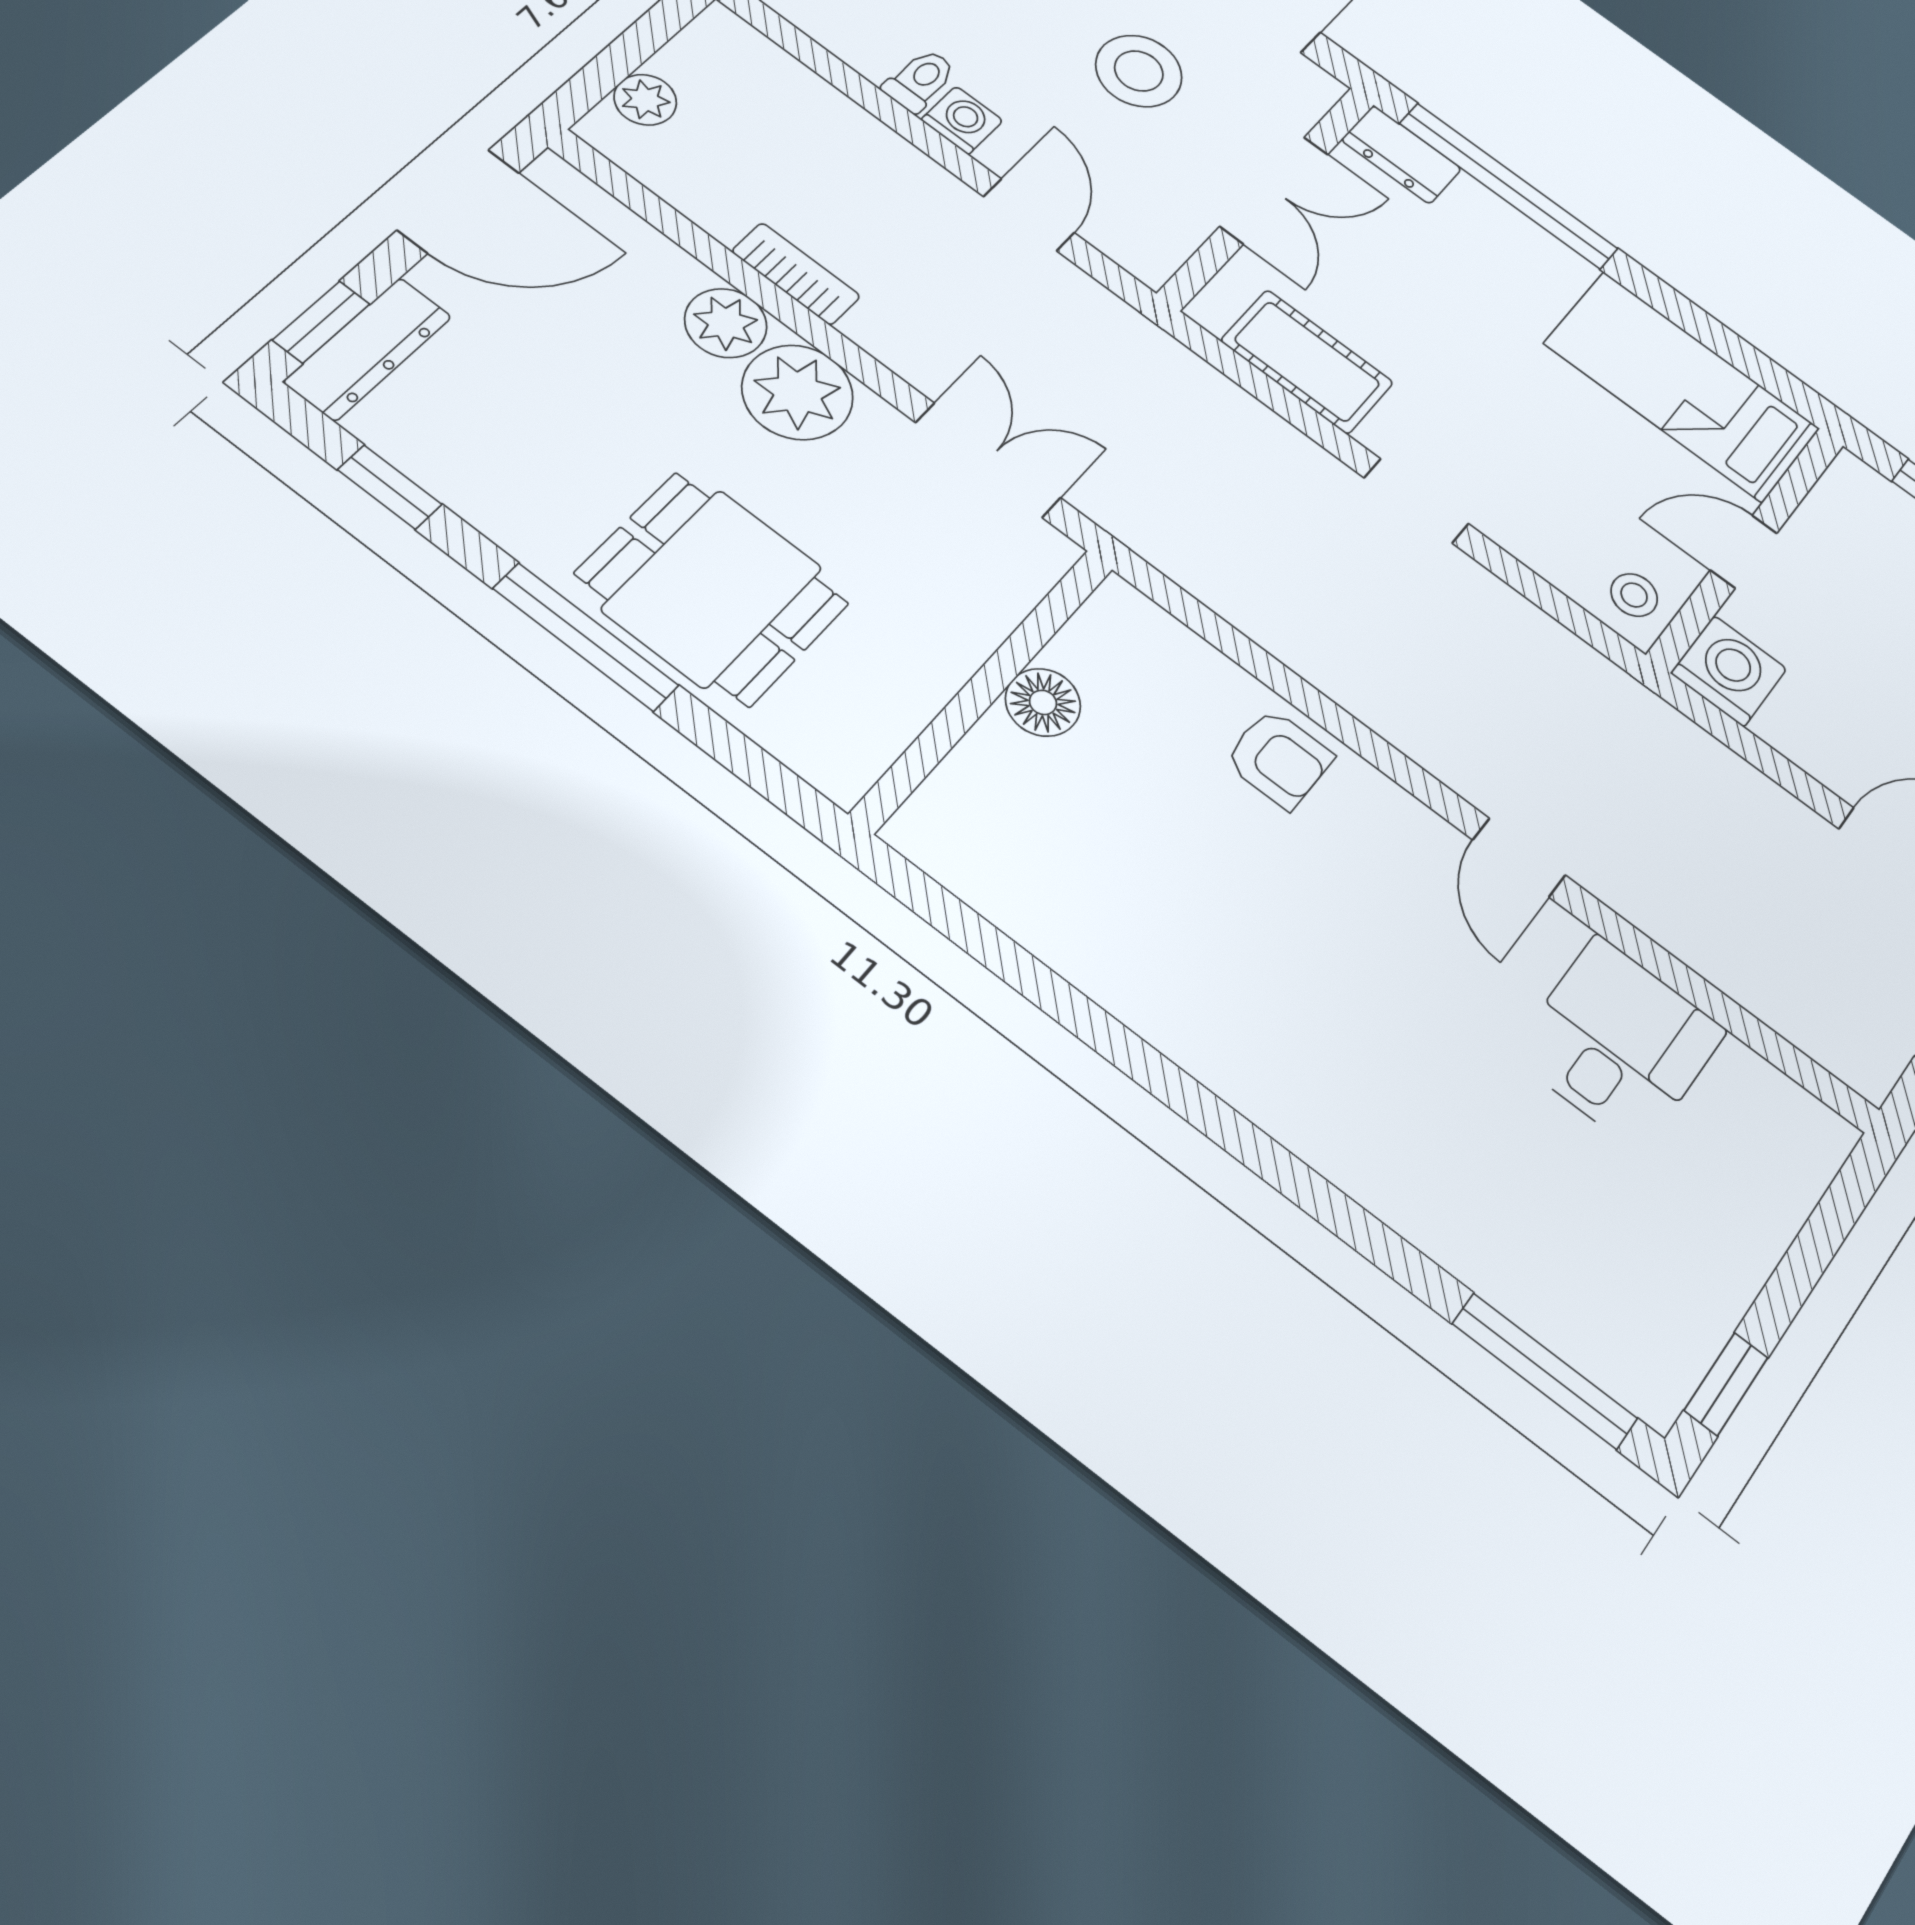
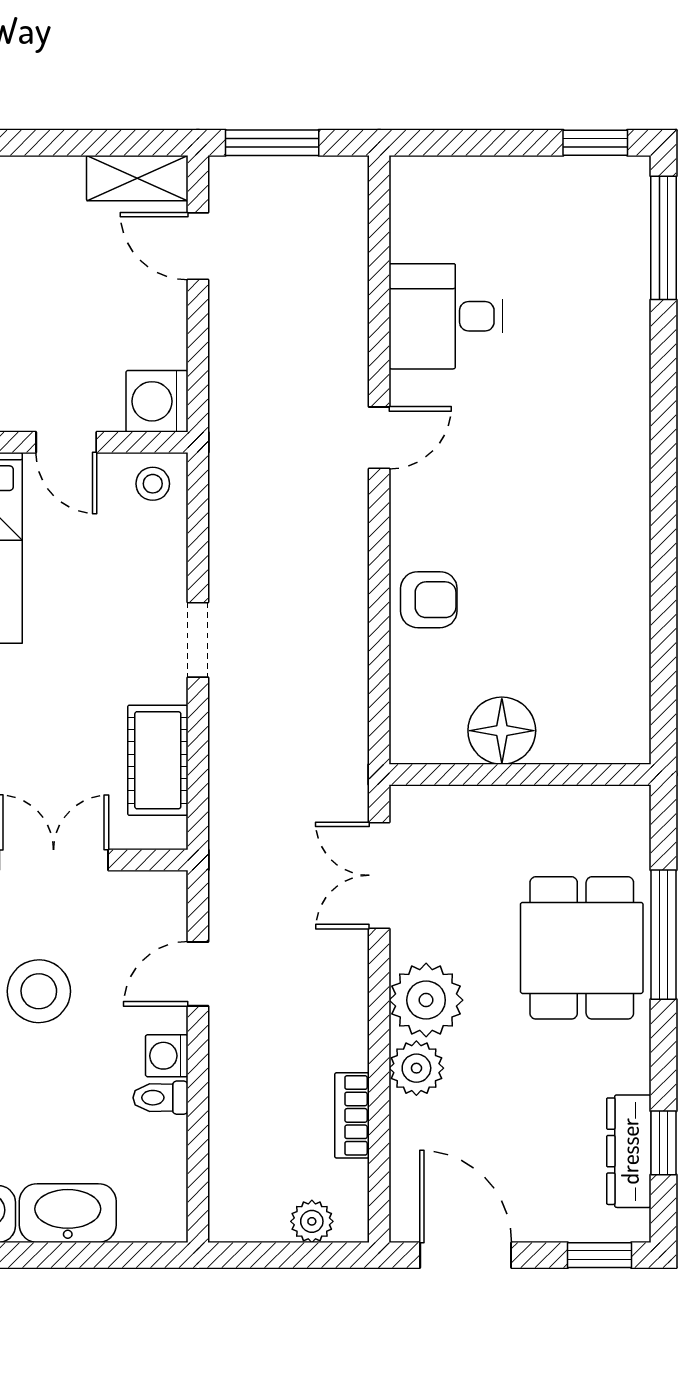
bookcase: (796, 274) -> (352, 1115), moved
dresser: (368, 349) -> (629, 1151), moved, turned -90
window: (586, 637) -> (663, 935), moved
floor lamp: (1043, 702) -> (502, 731), width x1.38, depth x1.38
armchair: (1279, 759) -> (429, 600), turned 90

